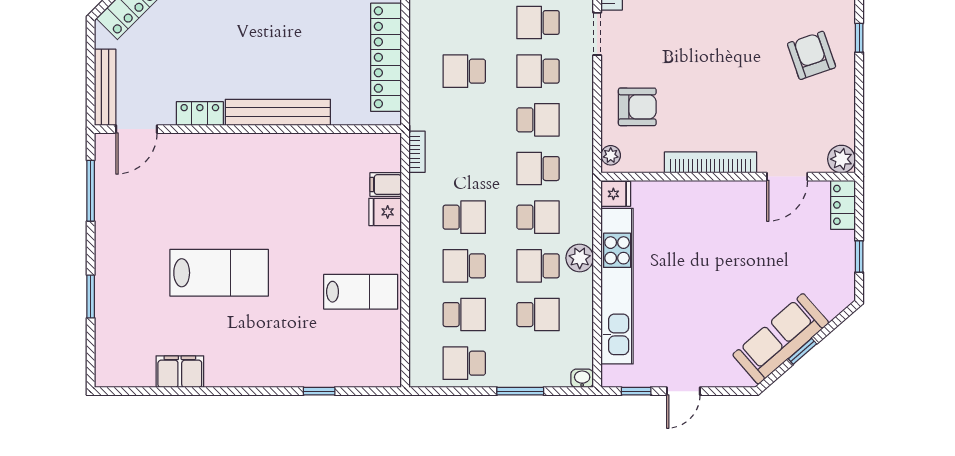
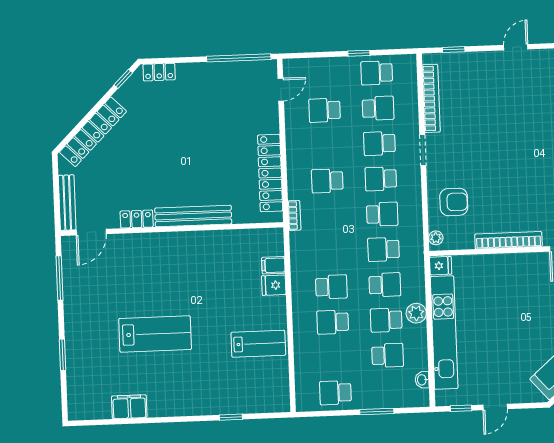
bookcase: (417, 152) -> (294, 215), moved
school desk: (464, 315) -> (334, 357), removed
washbasin: (582, 378) -> (422, 380), moved, turned -90

